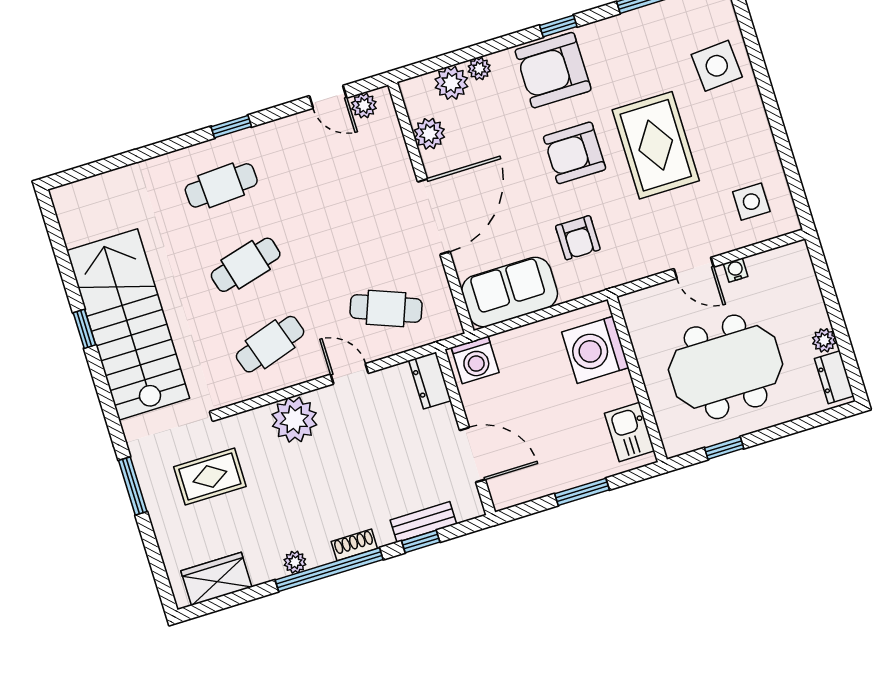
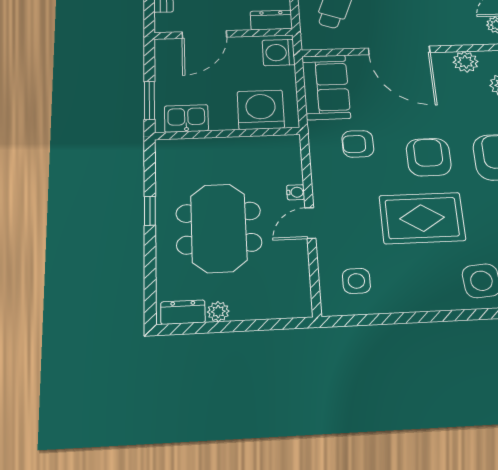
water cooler: (736, 270) -> (296, 192), moved
washing machine: (595, 350) -> (261, 110), moved
wall: (637, 379) -> (228, 134), moved
kitchen sink: (629, 432) -> (186, 118), moved

